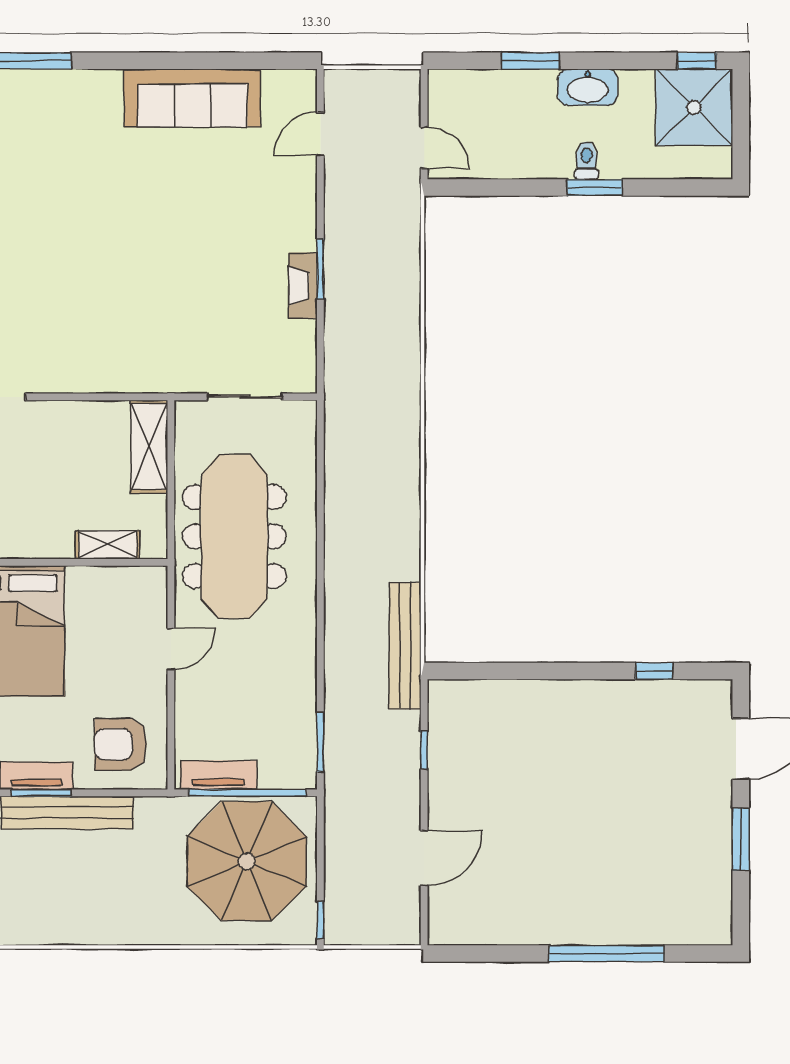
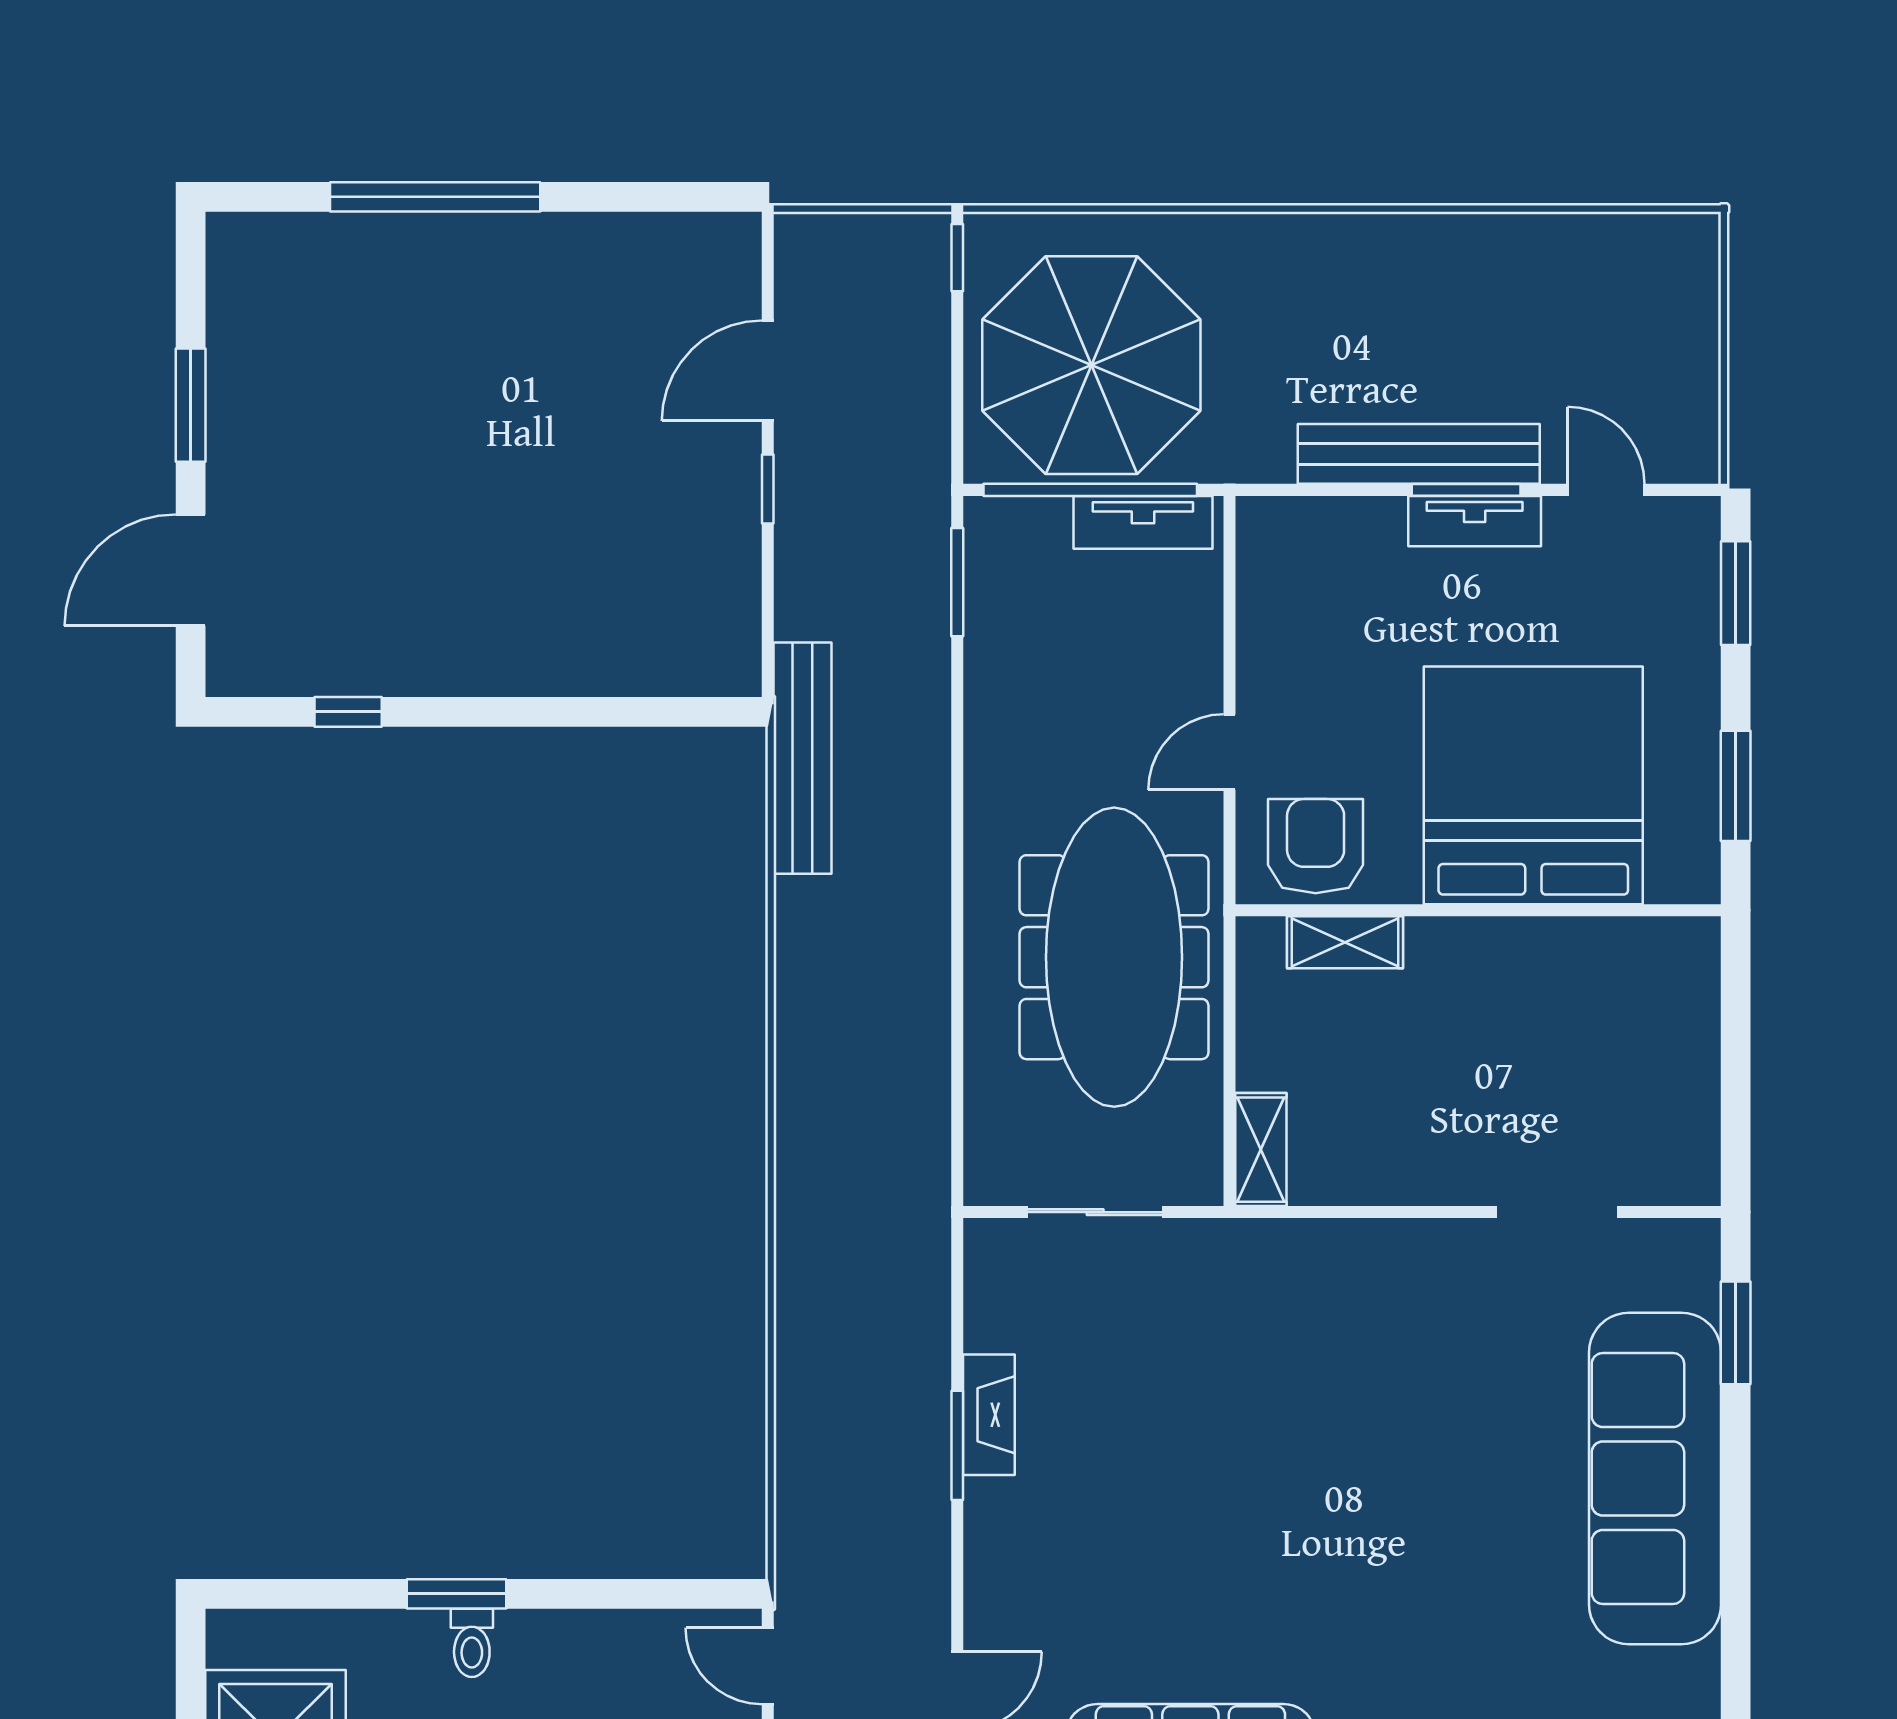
shelving: (149, 447) -> (1261, 1150), width x0.67, depth x0.75
armchair: (121, 744) -> (1316, 846), moved, turned -90
window: (424, 750) -> (768, 489), moved

